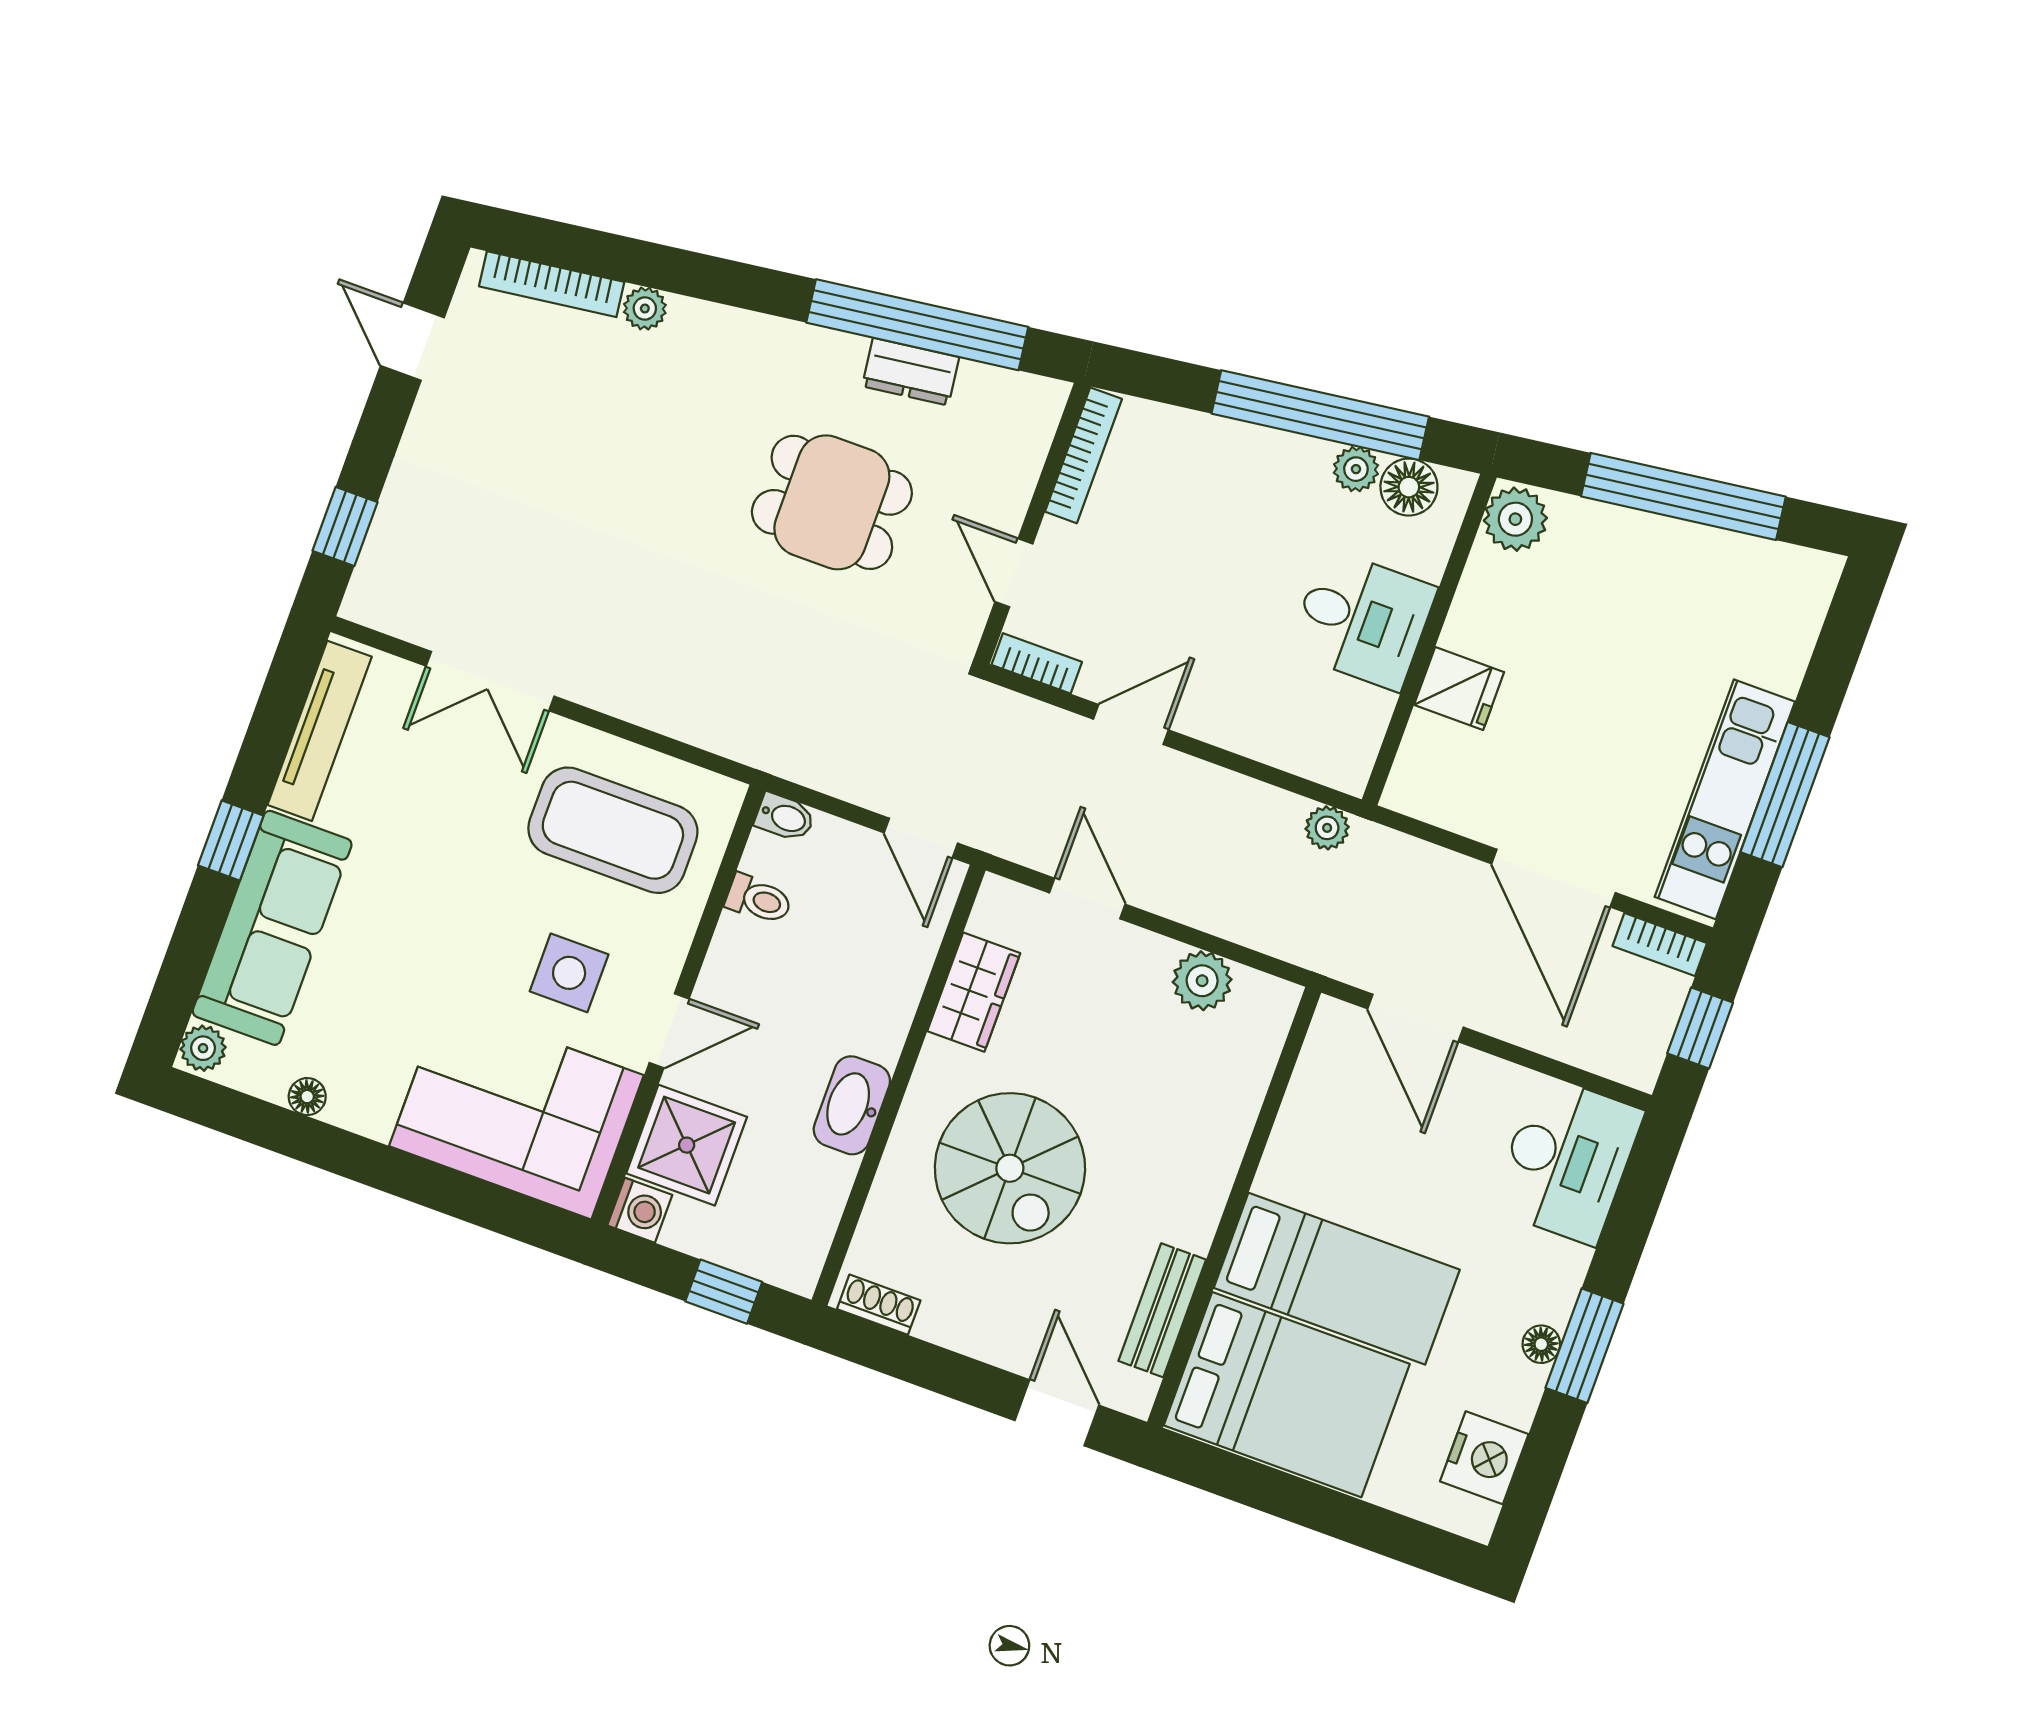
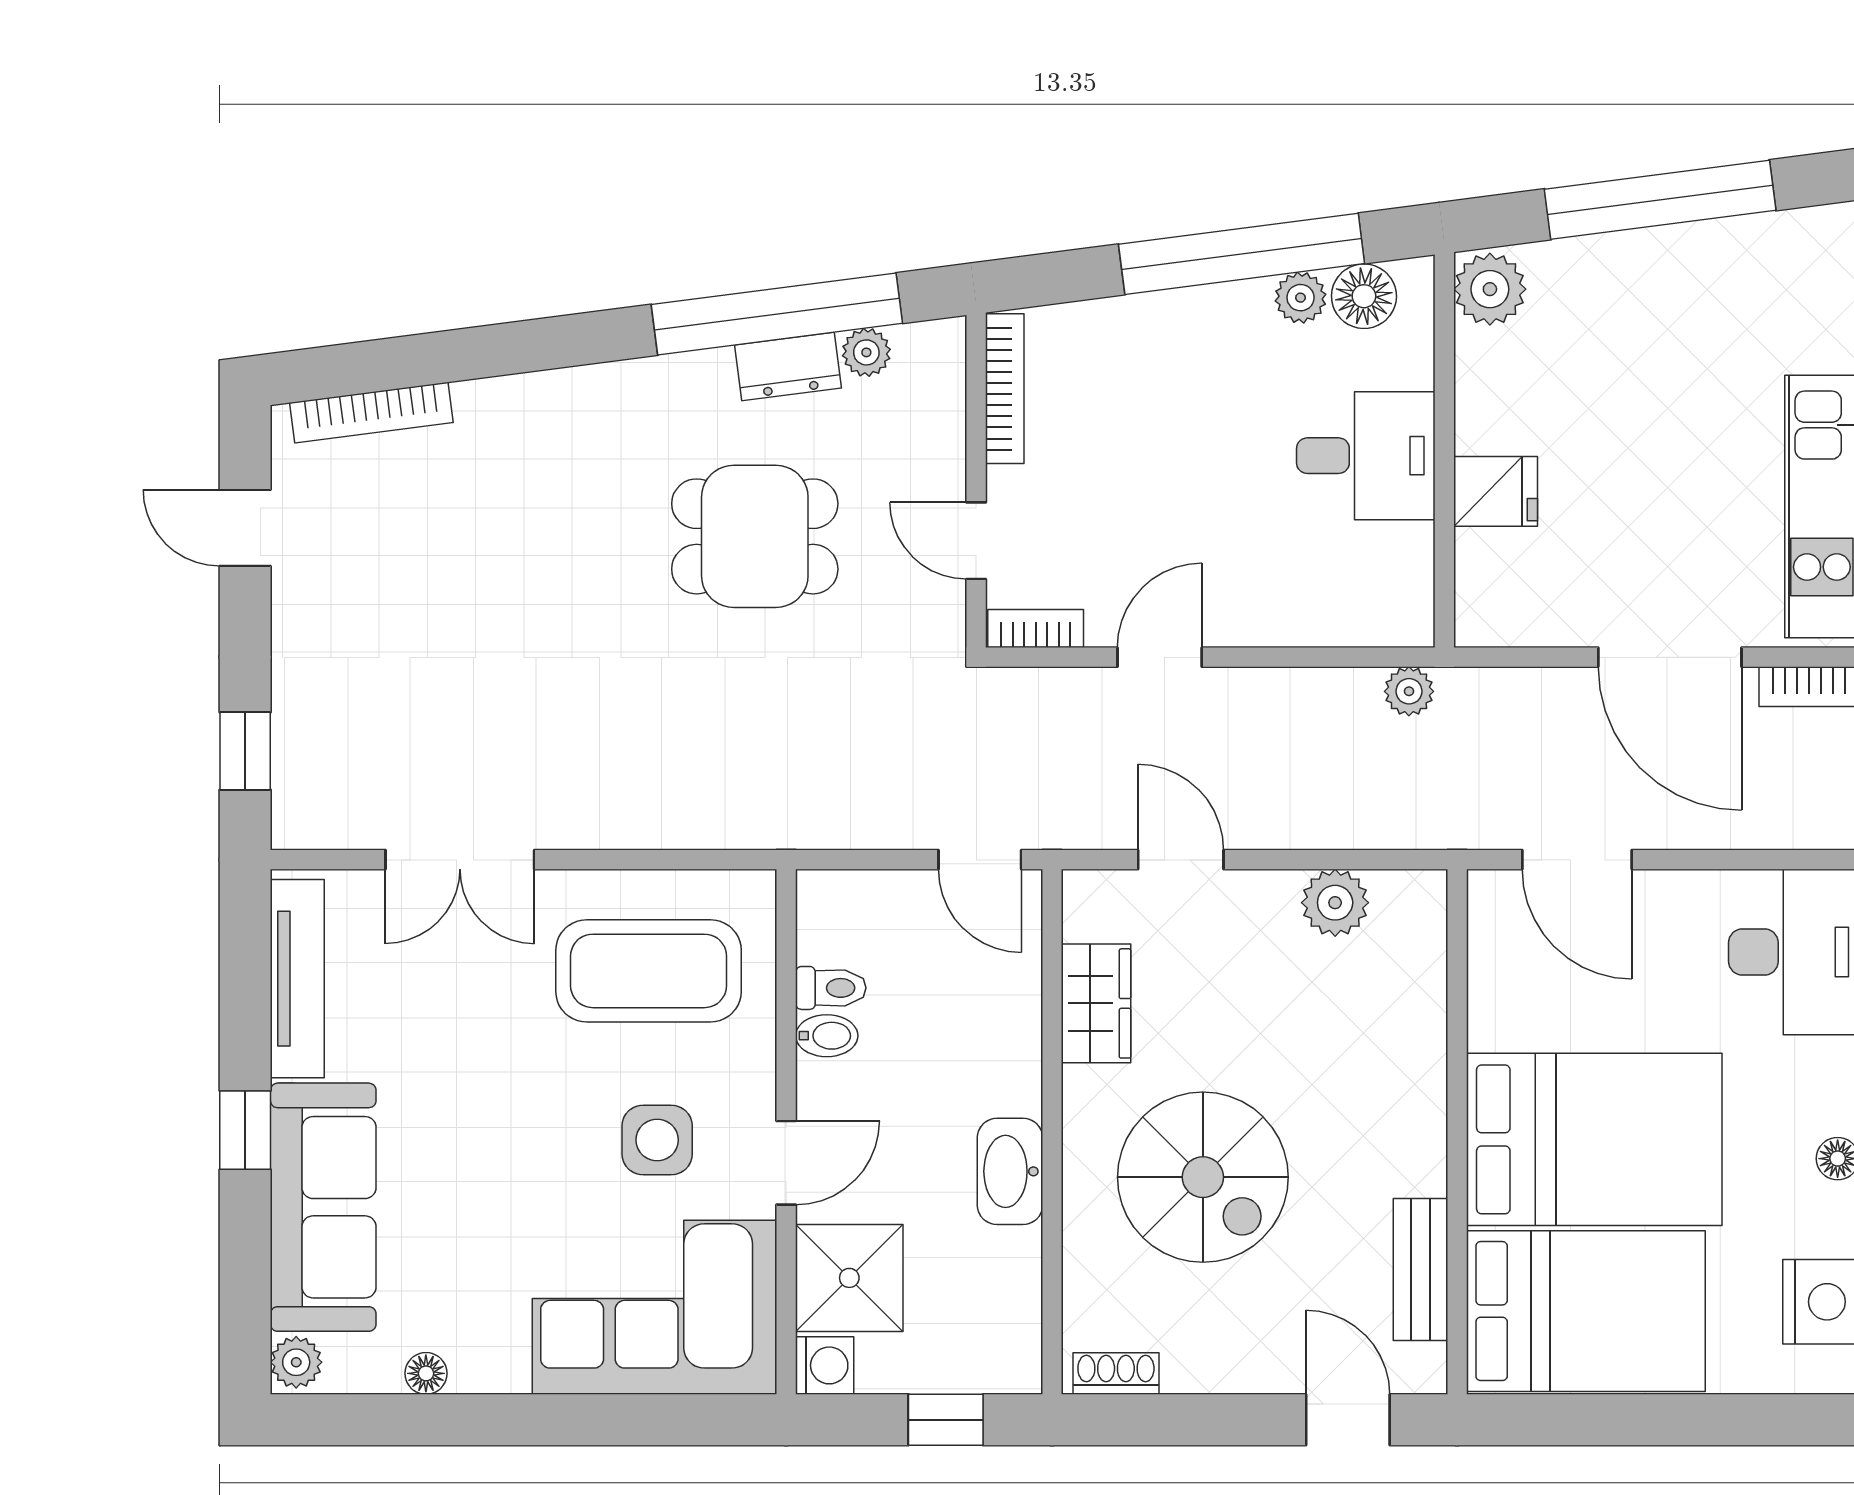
plant: (645, 308) -> (866, 352), moved
bidet: (785, 817) -> (827, 1036), moved
bed: (1337, 1279) -> (1594, 1139), width x1.50

